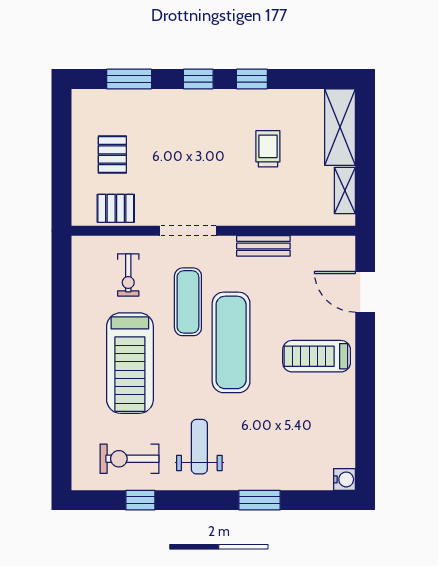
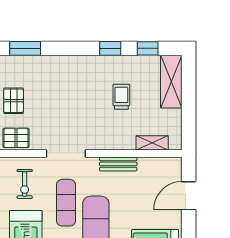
window: (198, 79) -> (148, 48), moved
shelving: (345, 190) -> (152, 143), moved, turned 90
door: (365, 292) -> (189, 196), hinge flipped

